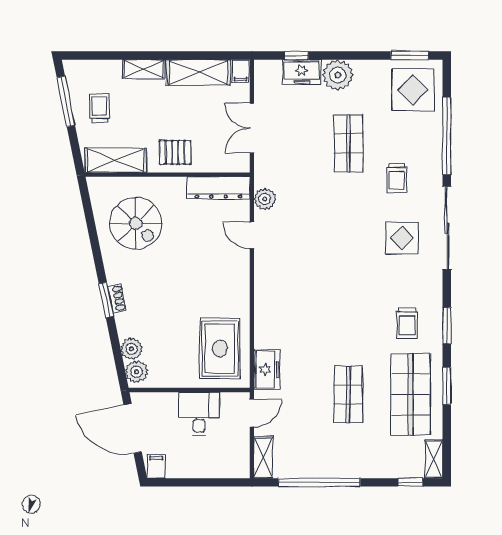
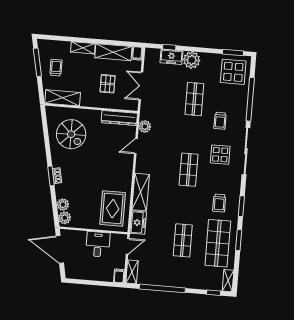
pallet: (175, 152) -> (108, 84), moved, turned 90
door: (252, 235) -> (136, 146), hinge flipped
shop shelf: (348, 269) -> (189, 170), added
shelving: (267, 315) -> (141, 192), added
filing cabinet: (156, 466) -> (119, 276), moved

